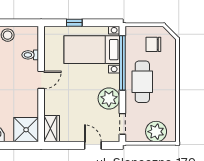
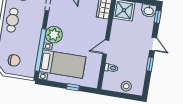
cafe table: (142, 82) -> (12, 20), moved, width x0.73, depth x0.74
plant: (109, 99) -> (54, 35), moved

